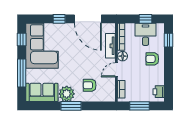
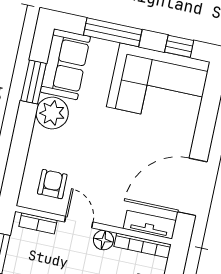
window: (59, 19) -> (204, 130), removed
tv unit: (110, 46) -> (150, 225), moved
armchair: (90, 85) -> (52, 184), moved
window: (71, 106) -> (33, 82), moved

